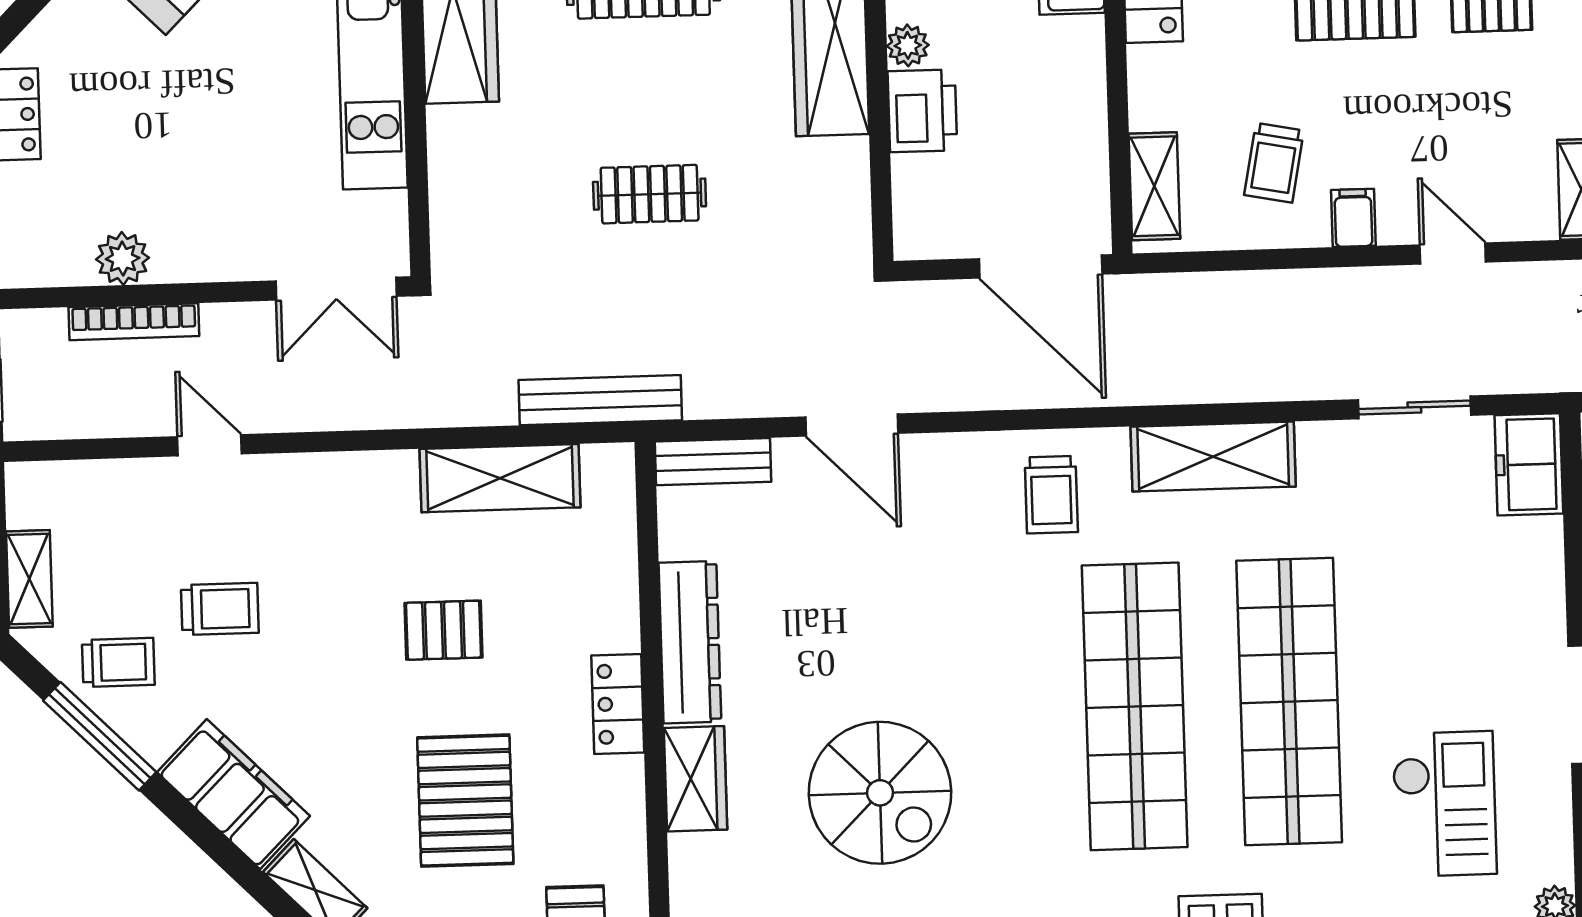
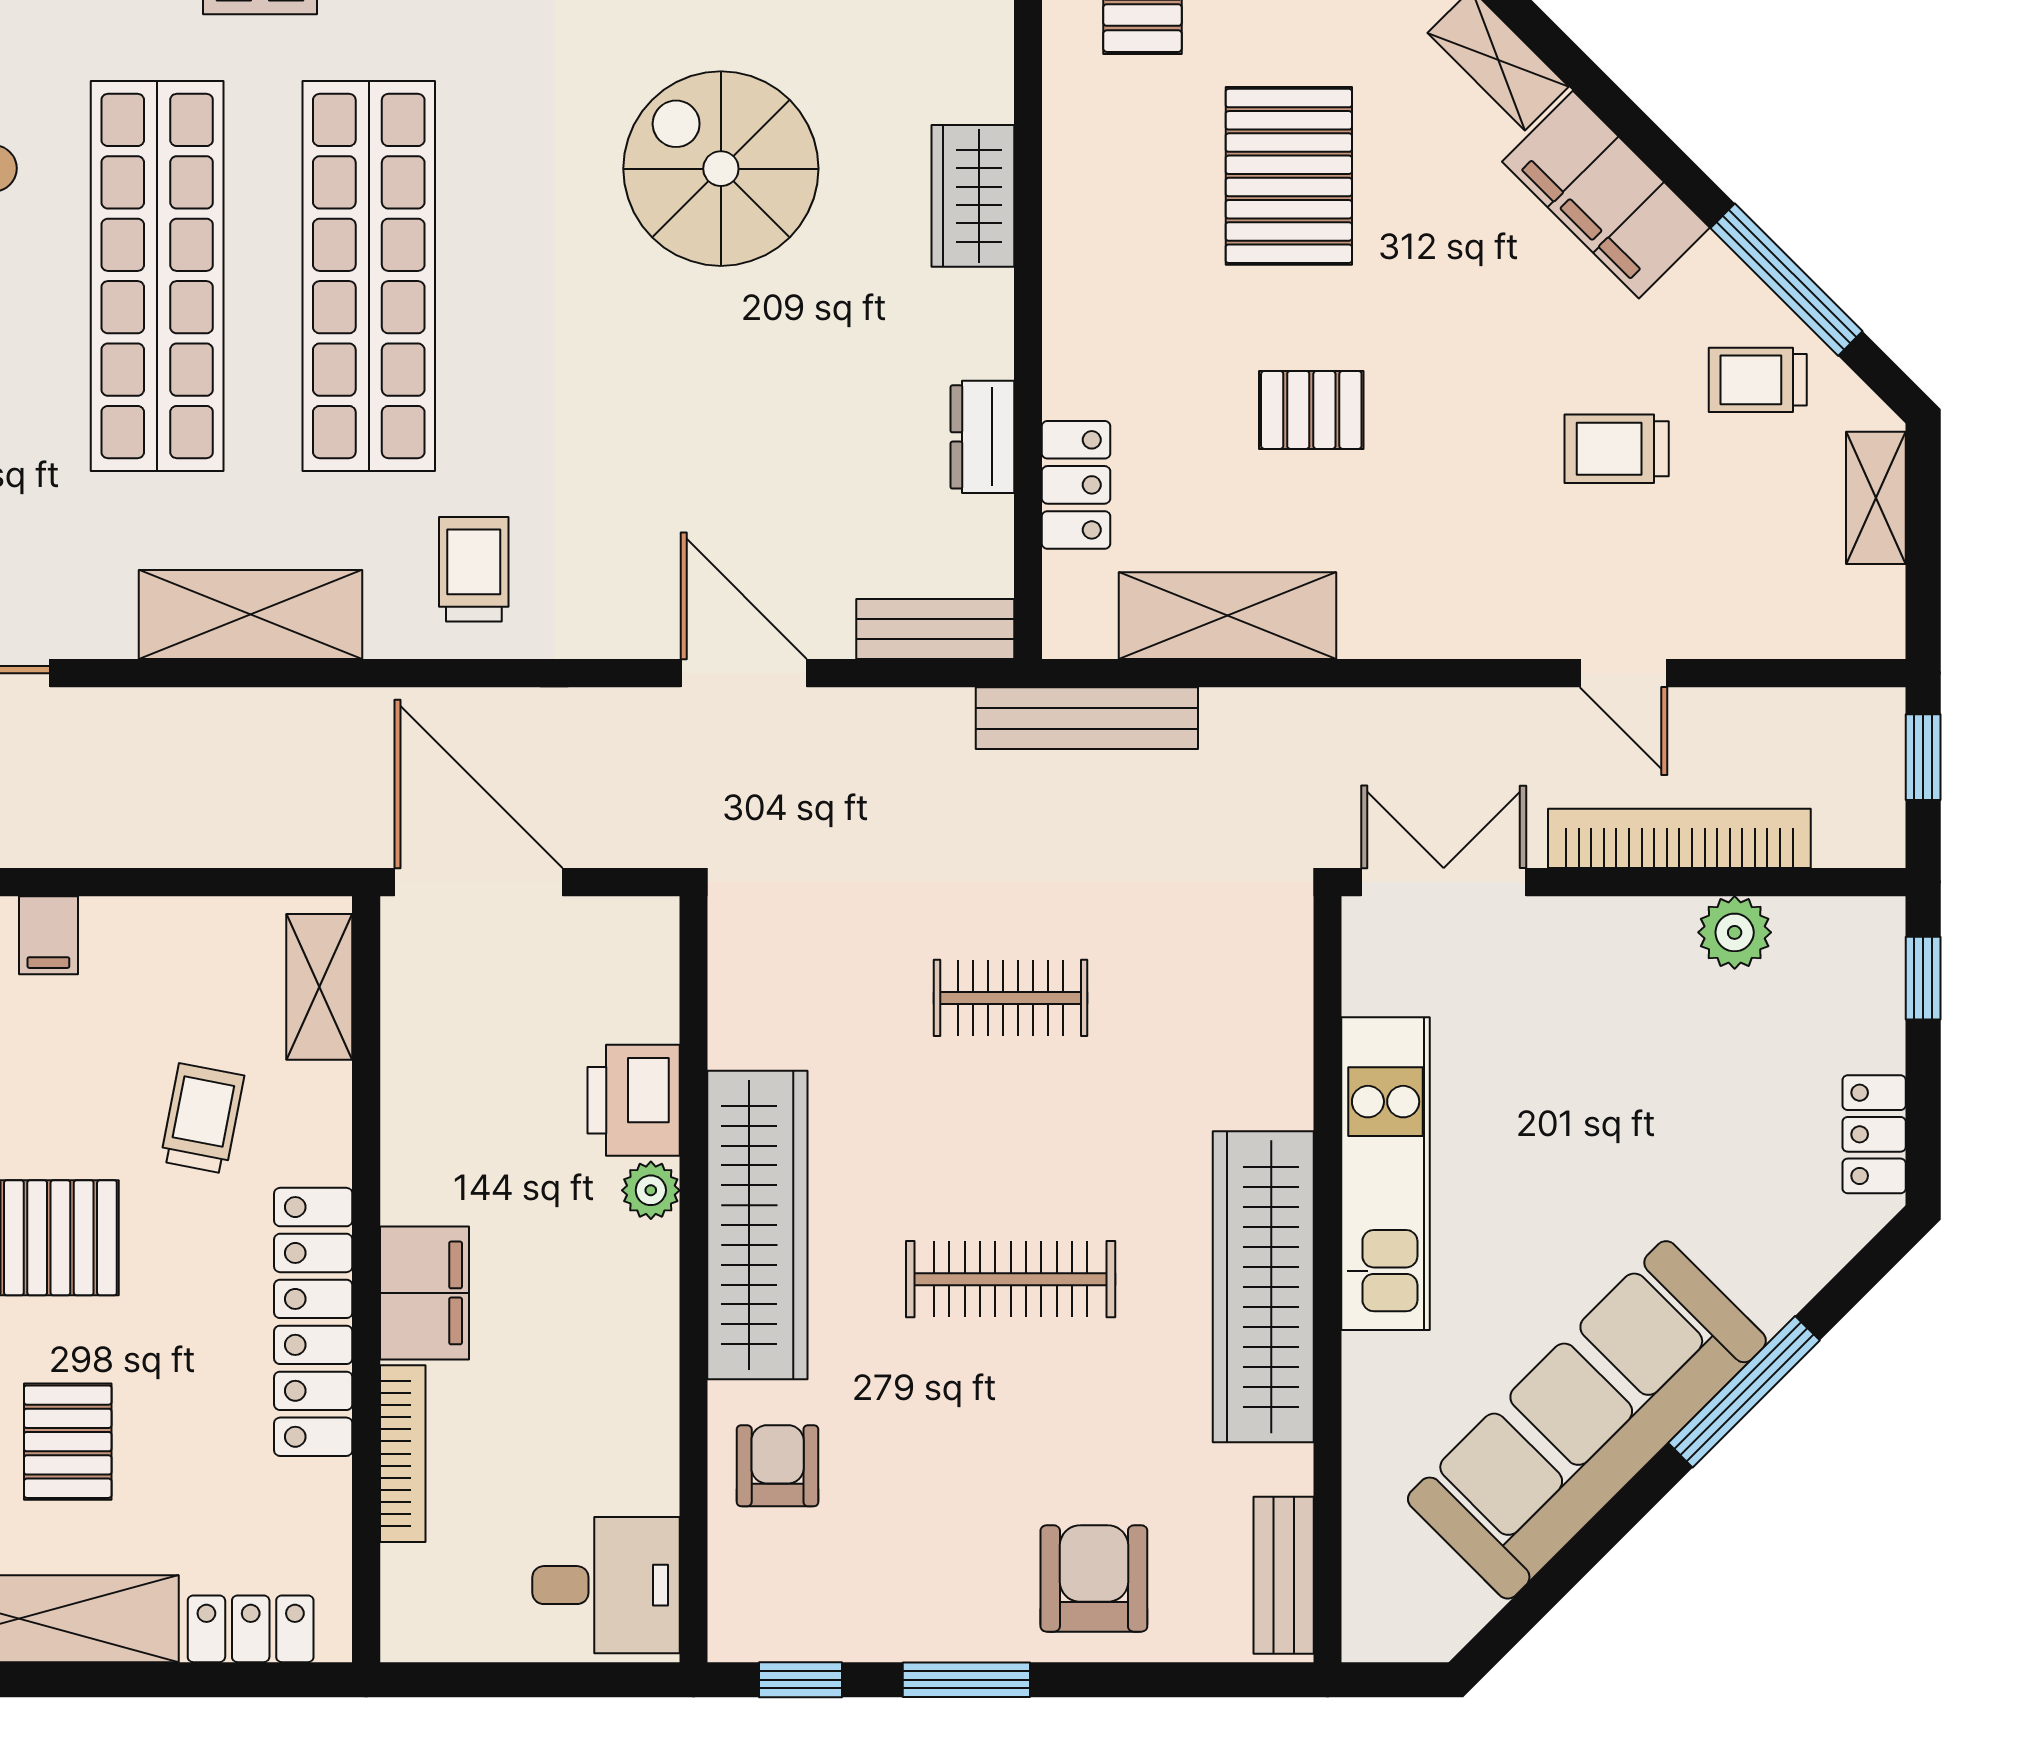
trolley: (1274, 163) -> (202, 1118), moved
bookcase: (134, 322) -> (1679, 838), width x1.48, depth x1.31
dresser: (690, 642) -> (982, 437), width x0.51, depth x0.80
locker: (618, 704) -> (1076, 485), moved

